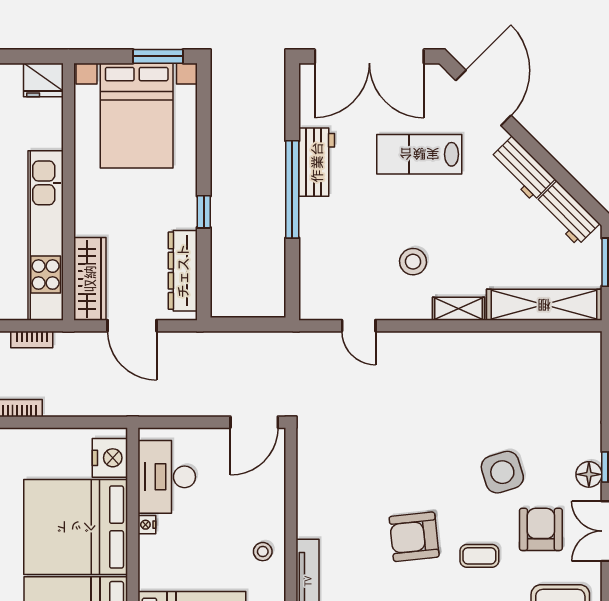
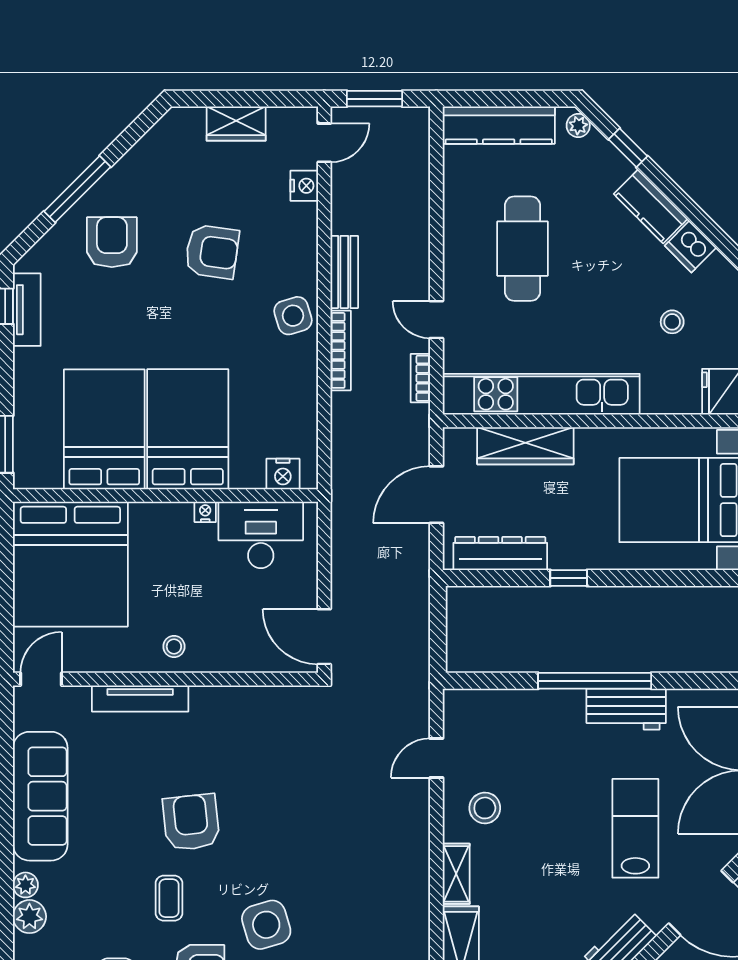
stool: (413, 262) -> (485, 808), moved
wardrobe: (90, 279) -> (525, 446), moved
nightstand: (110, 458) -> (283, 474), width x0.74, depth x0.75
bed: (76, 527) -> (188, 429), width x0.73

